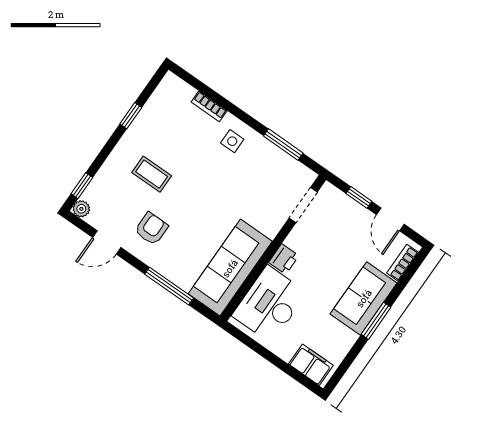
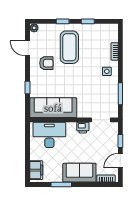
coffee table: (152, 174) -> (69, 47), width x1.86, depth x1.72
window: (82, 186) -> (63, 21), moved
printer: (284, 259) -> (83, 128), moved
window: (169, 286) -> (28, 87), width x0.46
window: (376, 321) -> (61, 184), moved

